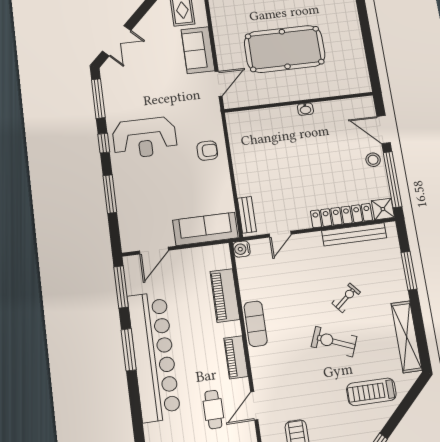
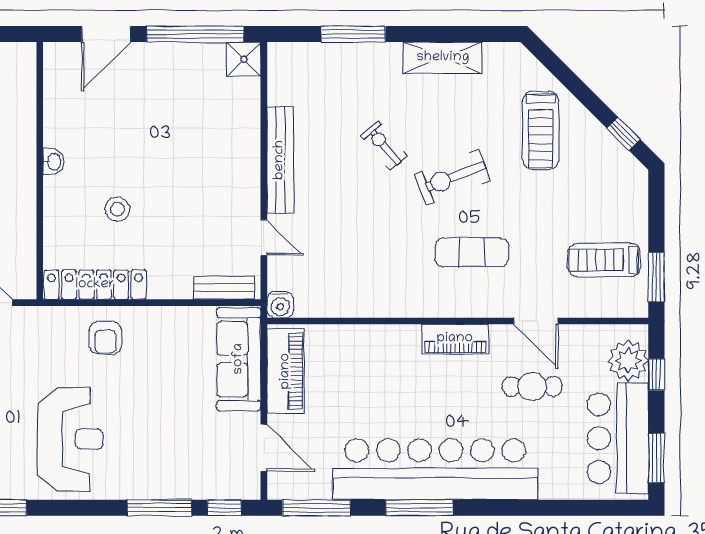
window: (104, 143) -> (224, 508), moved
armchair: (207, 151) -> (106, 338), turned 180
stool: (373, 160) -> (118, 209), moved
locker: (342, 216) -> (95, 285), moved, turned 90
bench: (354, 234) -> (280, 160), moved
piano: (225, 295) -> (286, 371), moved, turned -90
exercise mat: (256, 324) -> (472, 252), moved
shelving: (407, 337) -> (443, 58), width x0.68
exercise bike: (334, 342) -> (452, 177), turned 47

